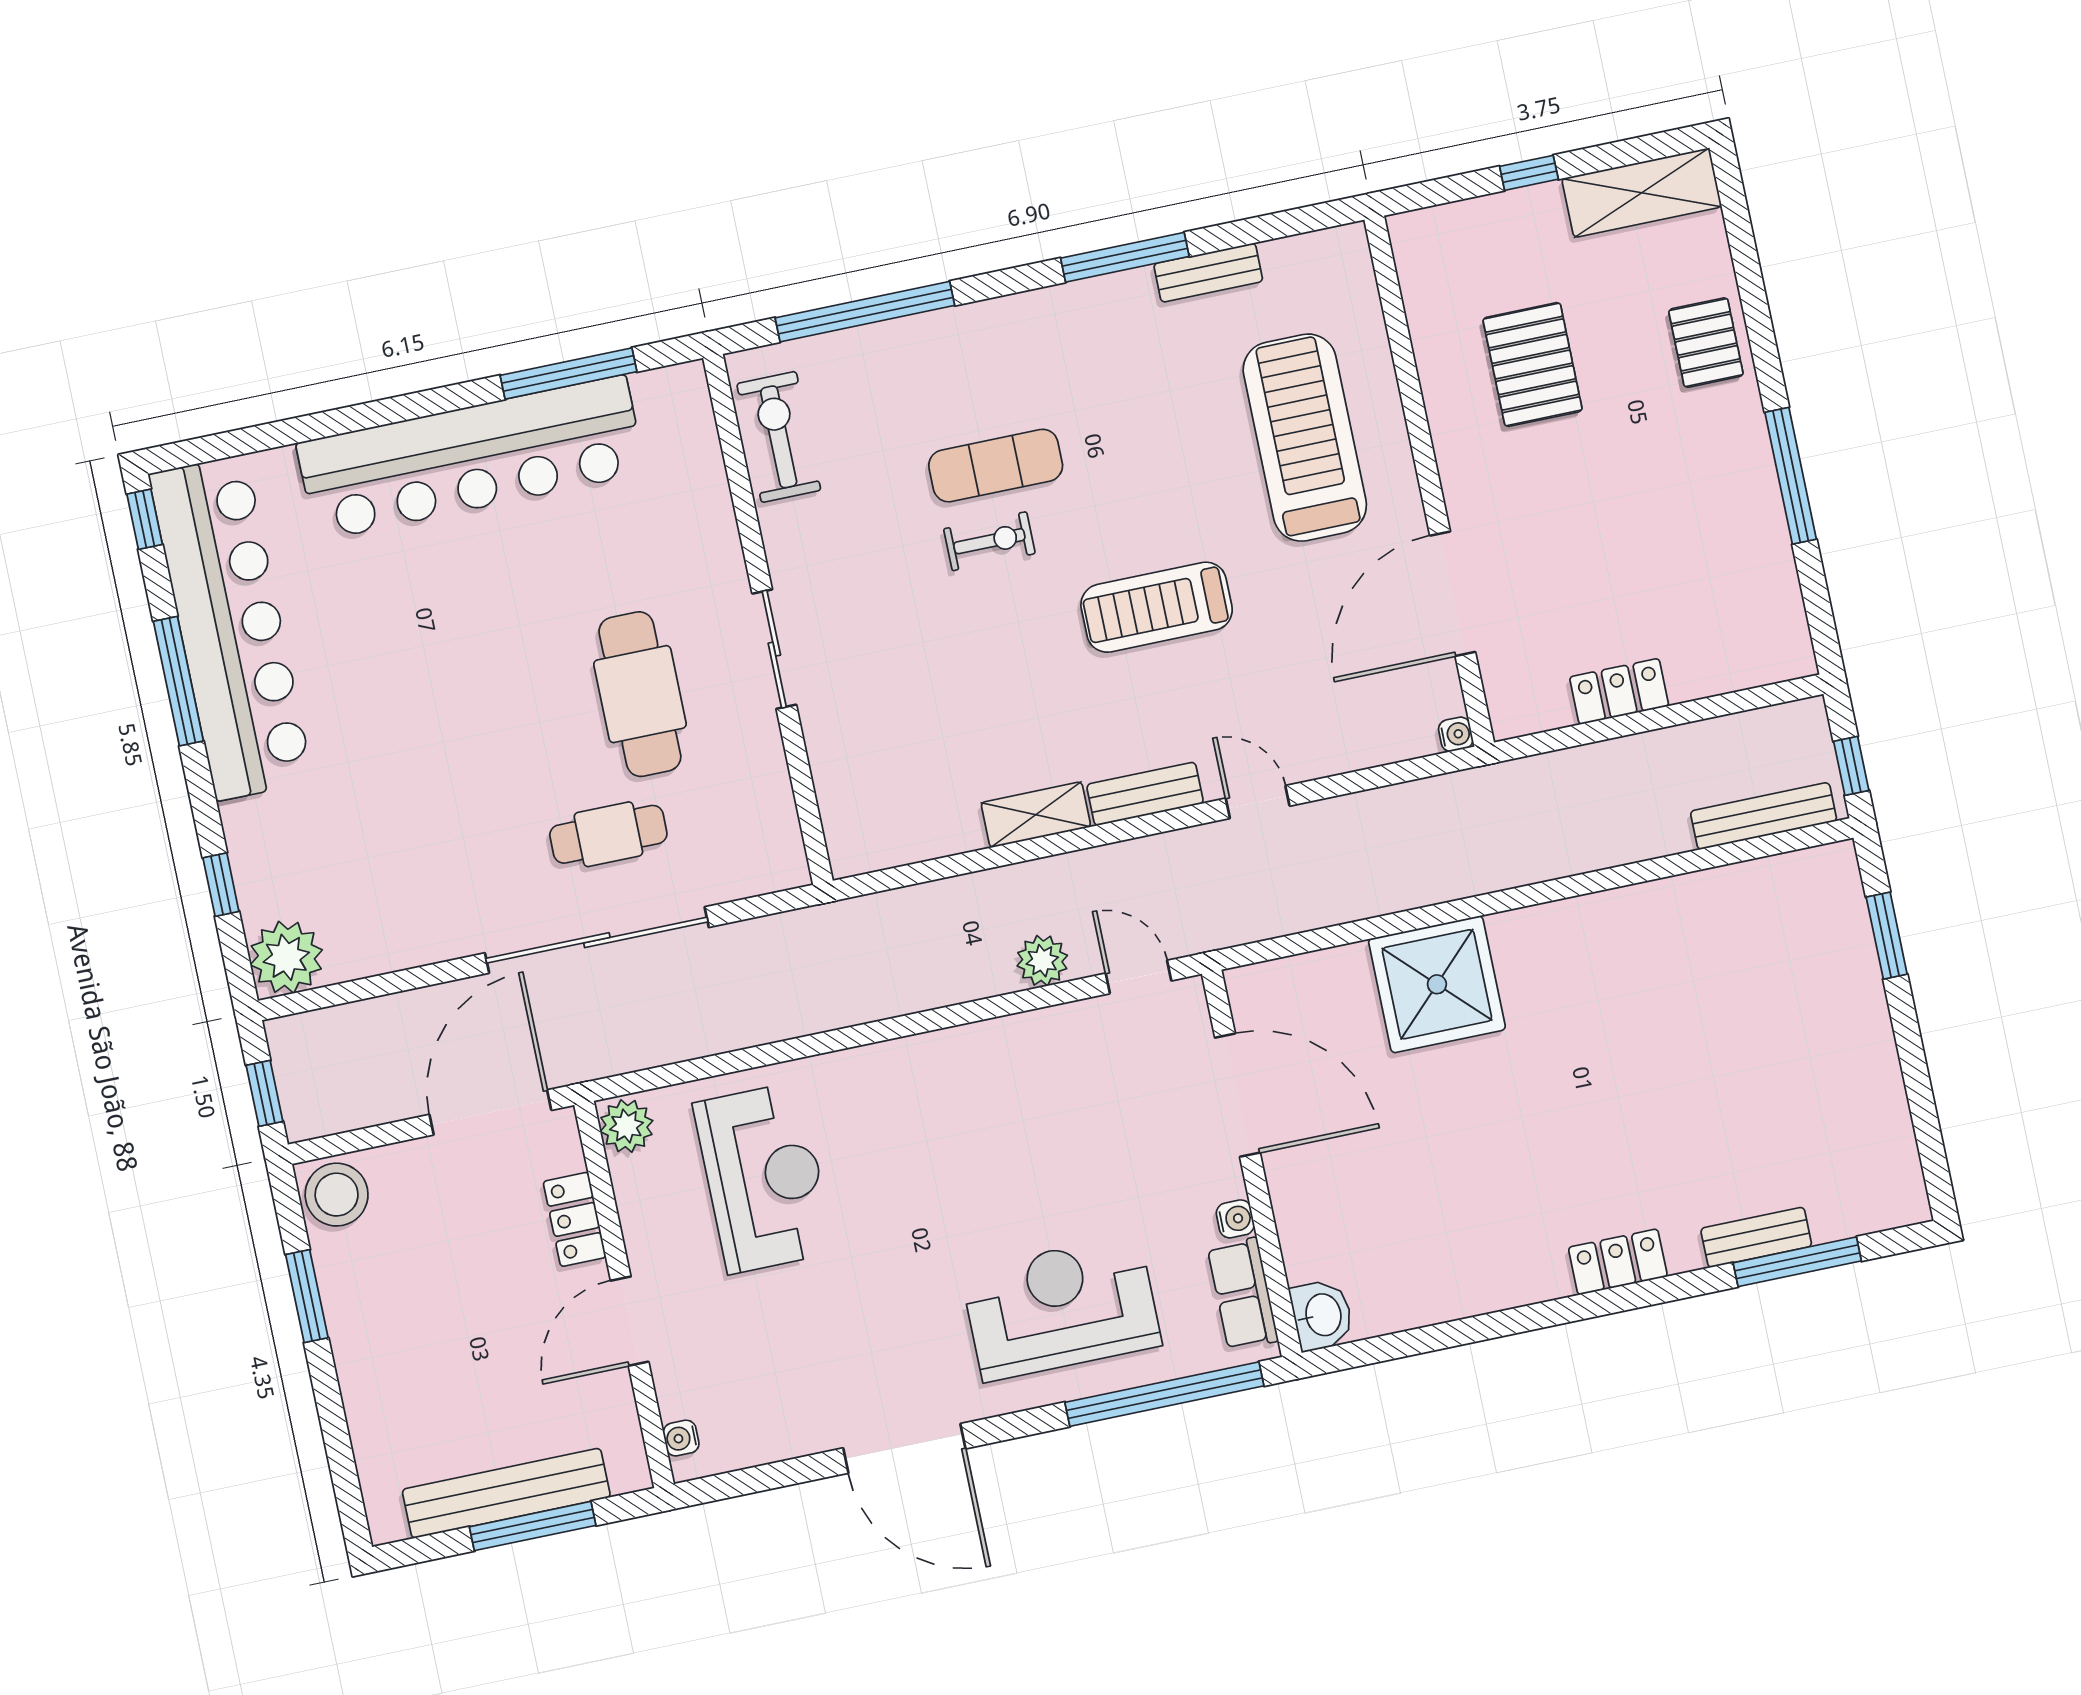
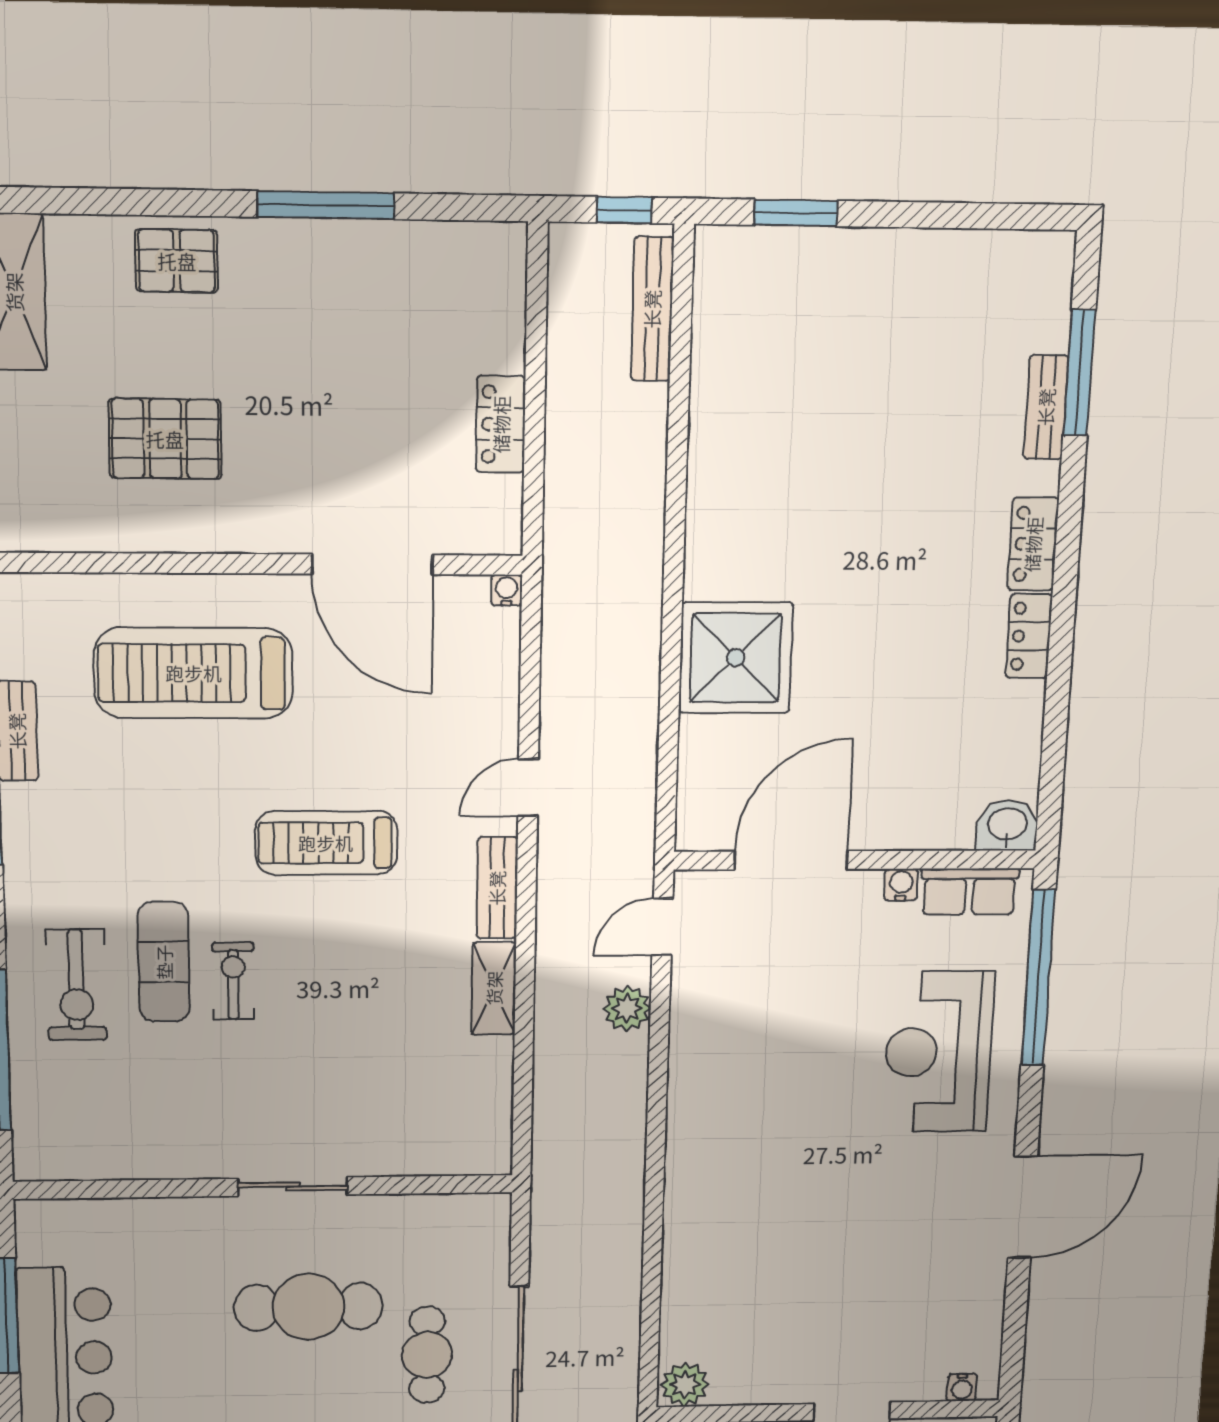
exercise bike: (779, 437) -> (76, 985), moved, turned -90
treadmill: (1157, 607) -> (326, 843), turned 90
reception desk: (764, 1178) -> (759, 1280), removed
locker: (1524, 1284) -> (1029, 636), added

